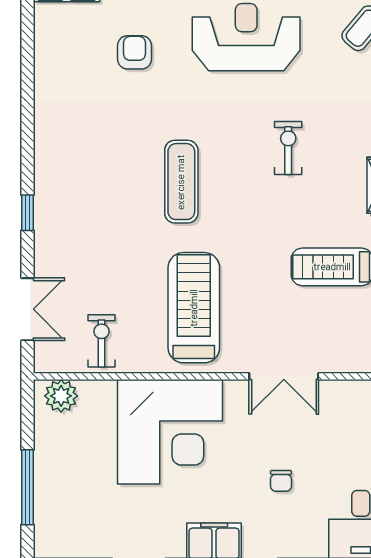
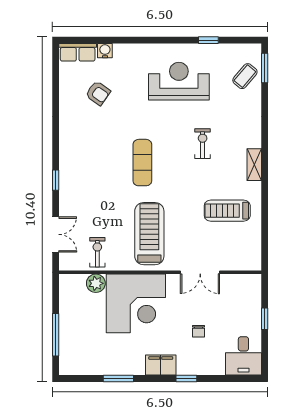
armchair: (134, 52) -> (98, 93), moved, turned 125
plant: (61, 396) -> (96, 283), moved

